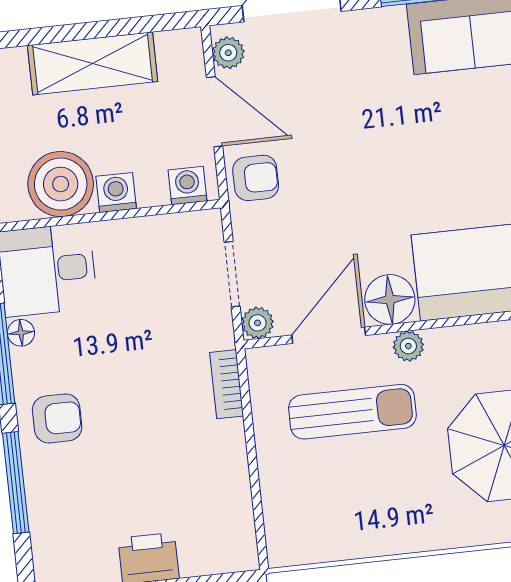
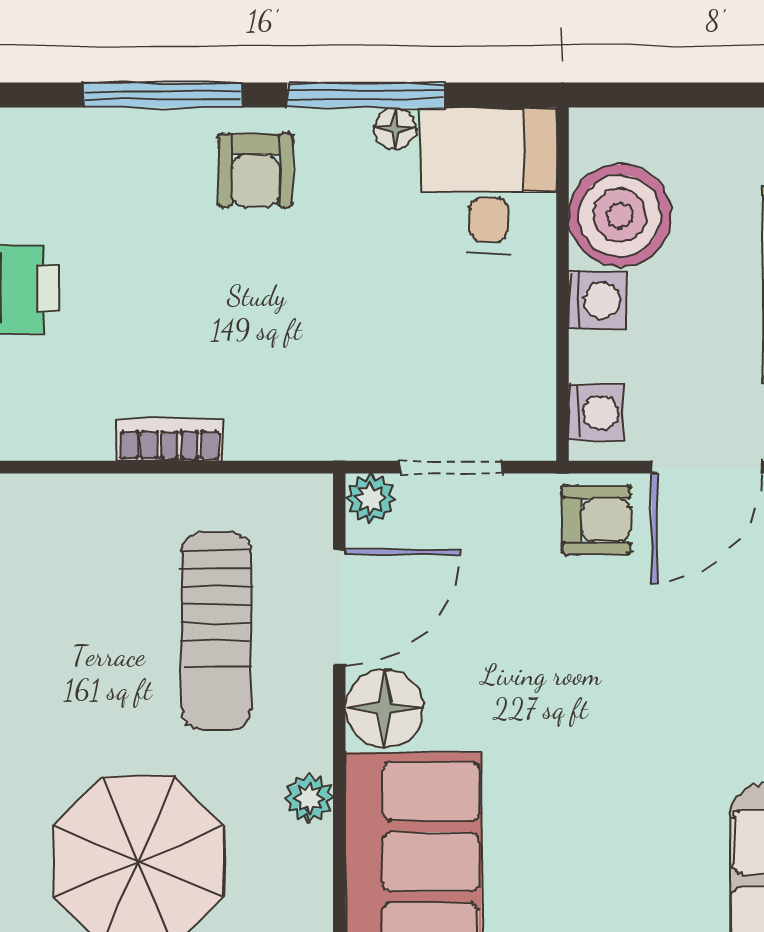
armchair: (256, 178) -> (596, 520), turned -90
door: (329, 335) -> (339, 607), hinge flipped
plant: (408, 346) -> (309, 798), moved
bookcase: (227, 384) -> (170, 440), moved

